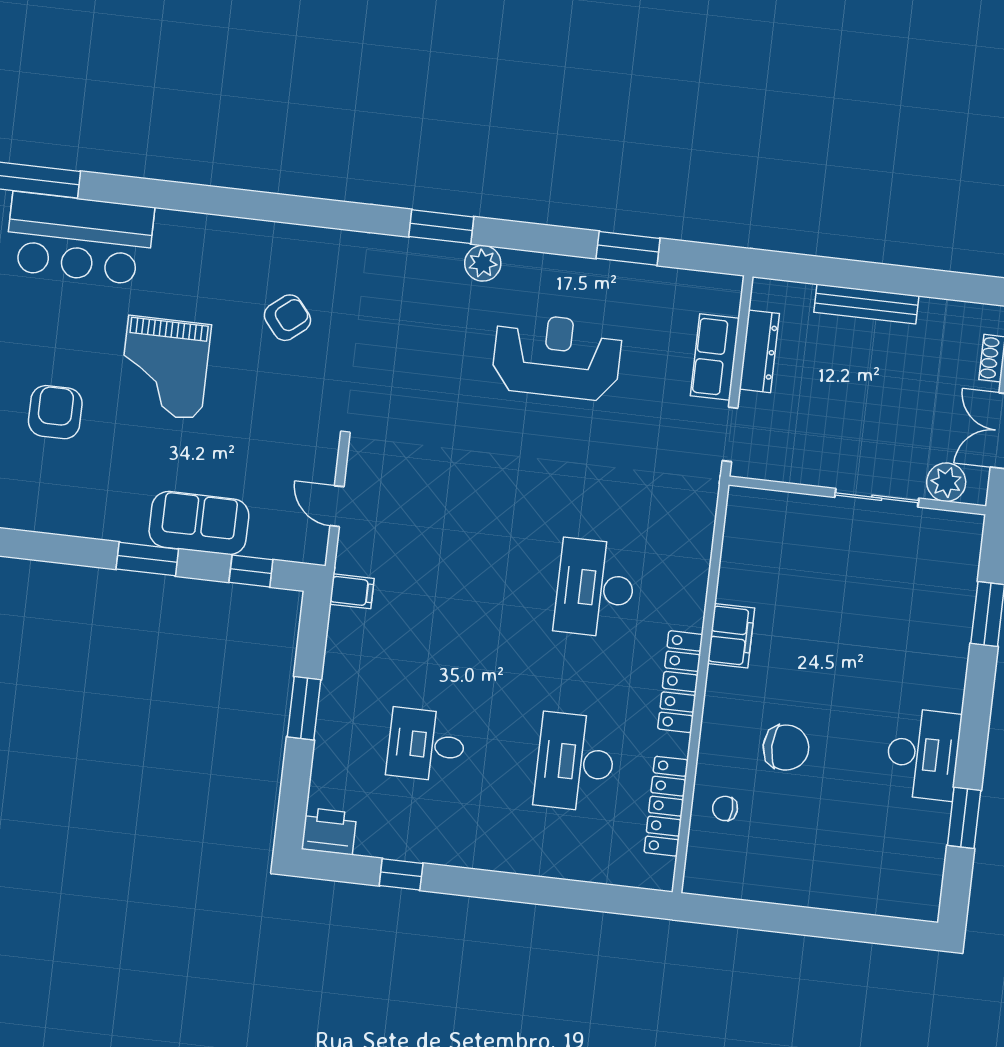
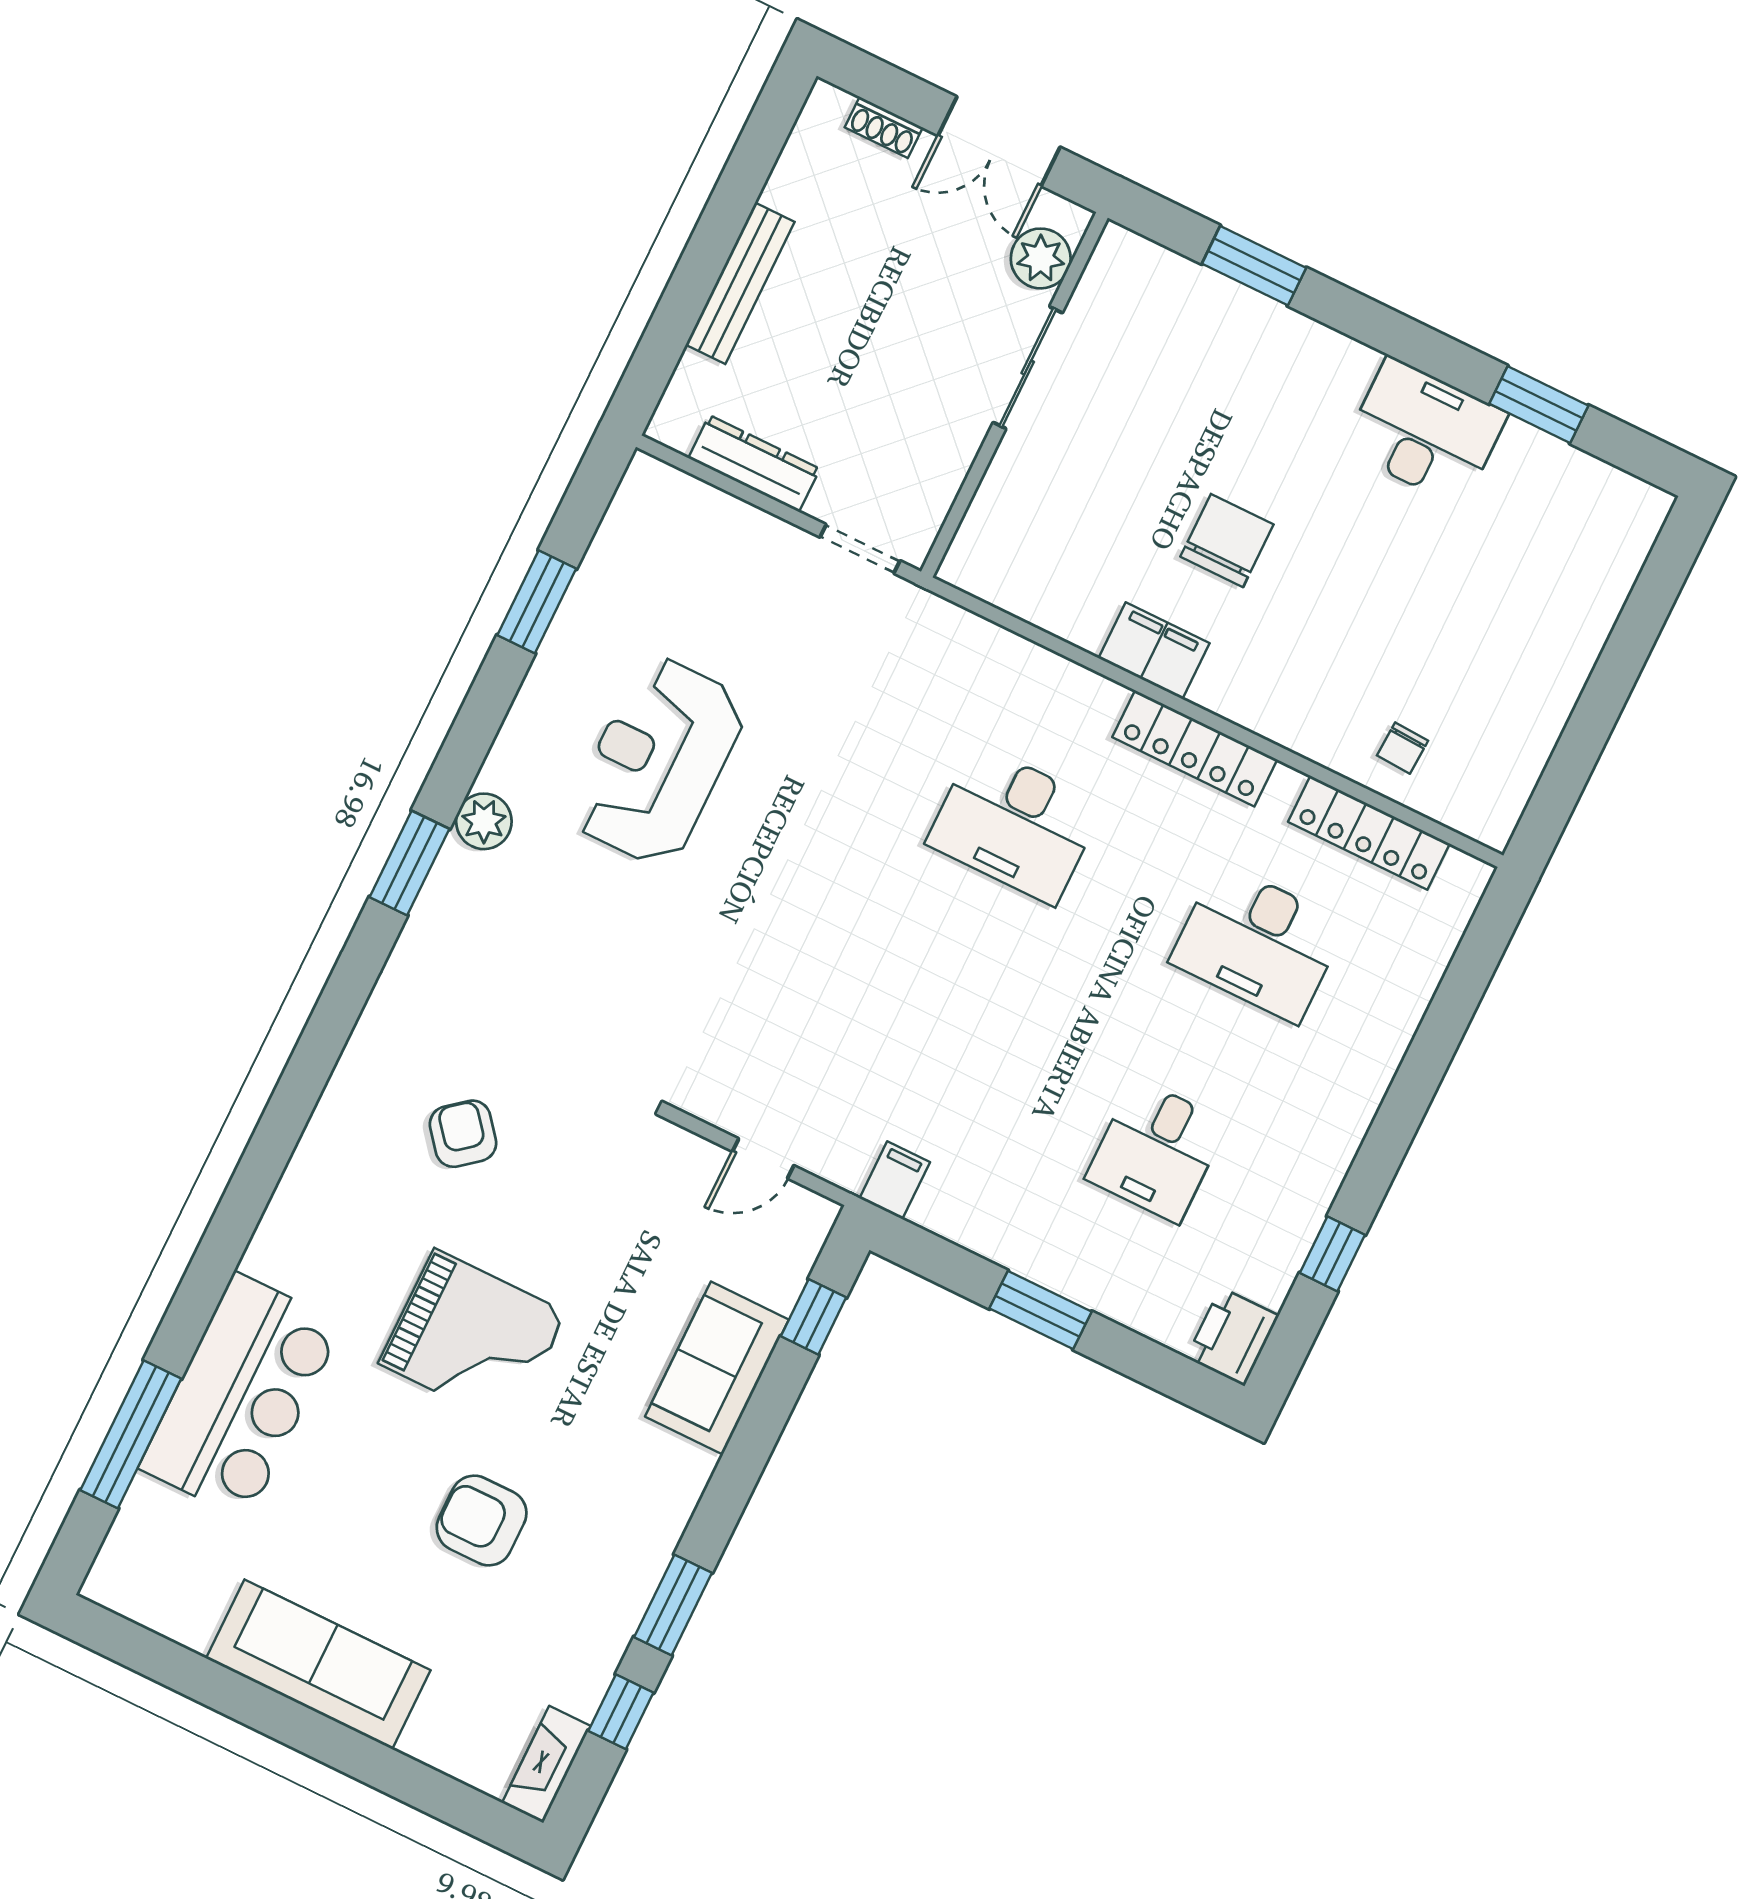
row of seats: (715, 357) -> (740, 531), removed
window: (147, 559) -> (673, 1605), moved
chair: (786, 748) -> (1227, 541), moved

